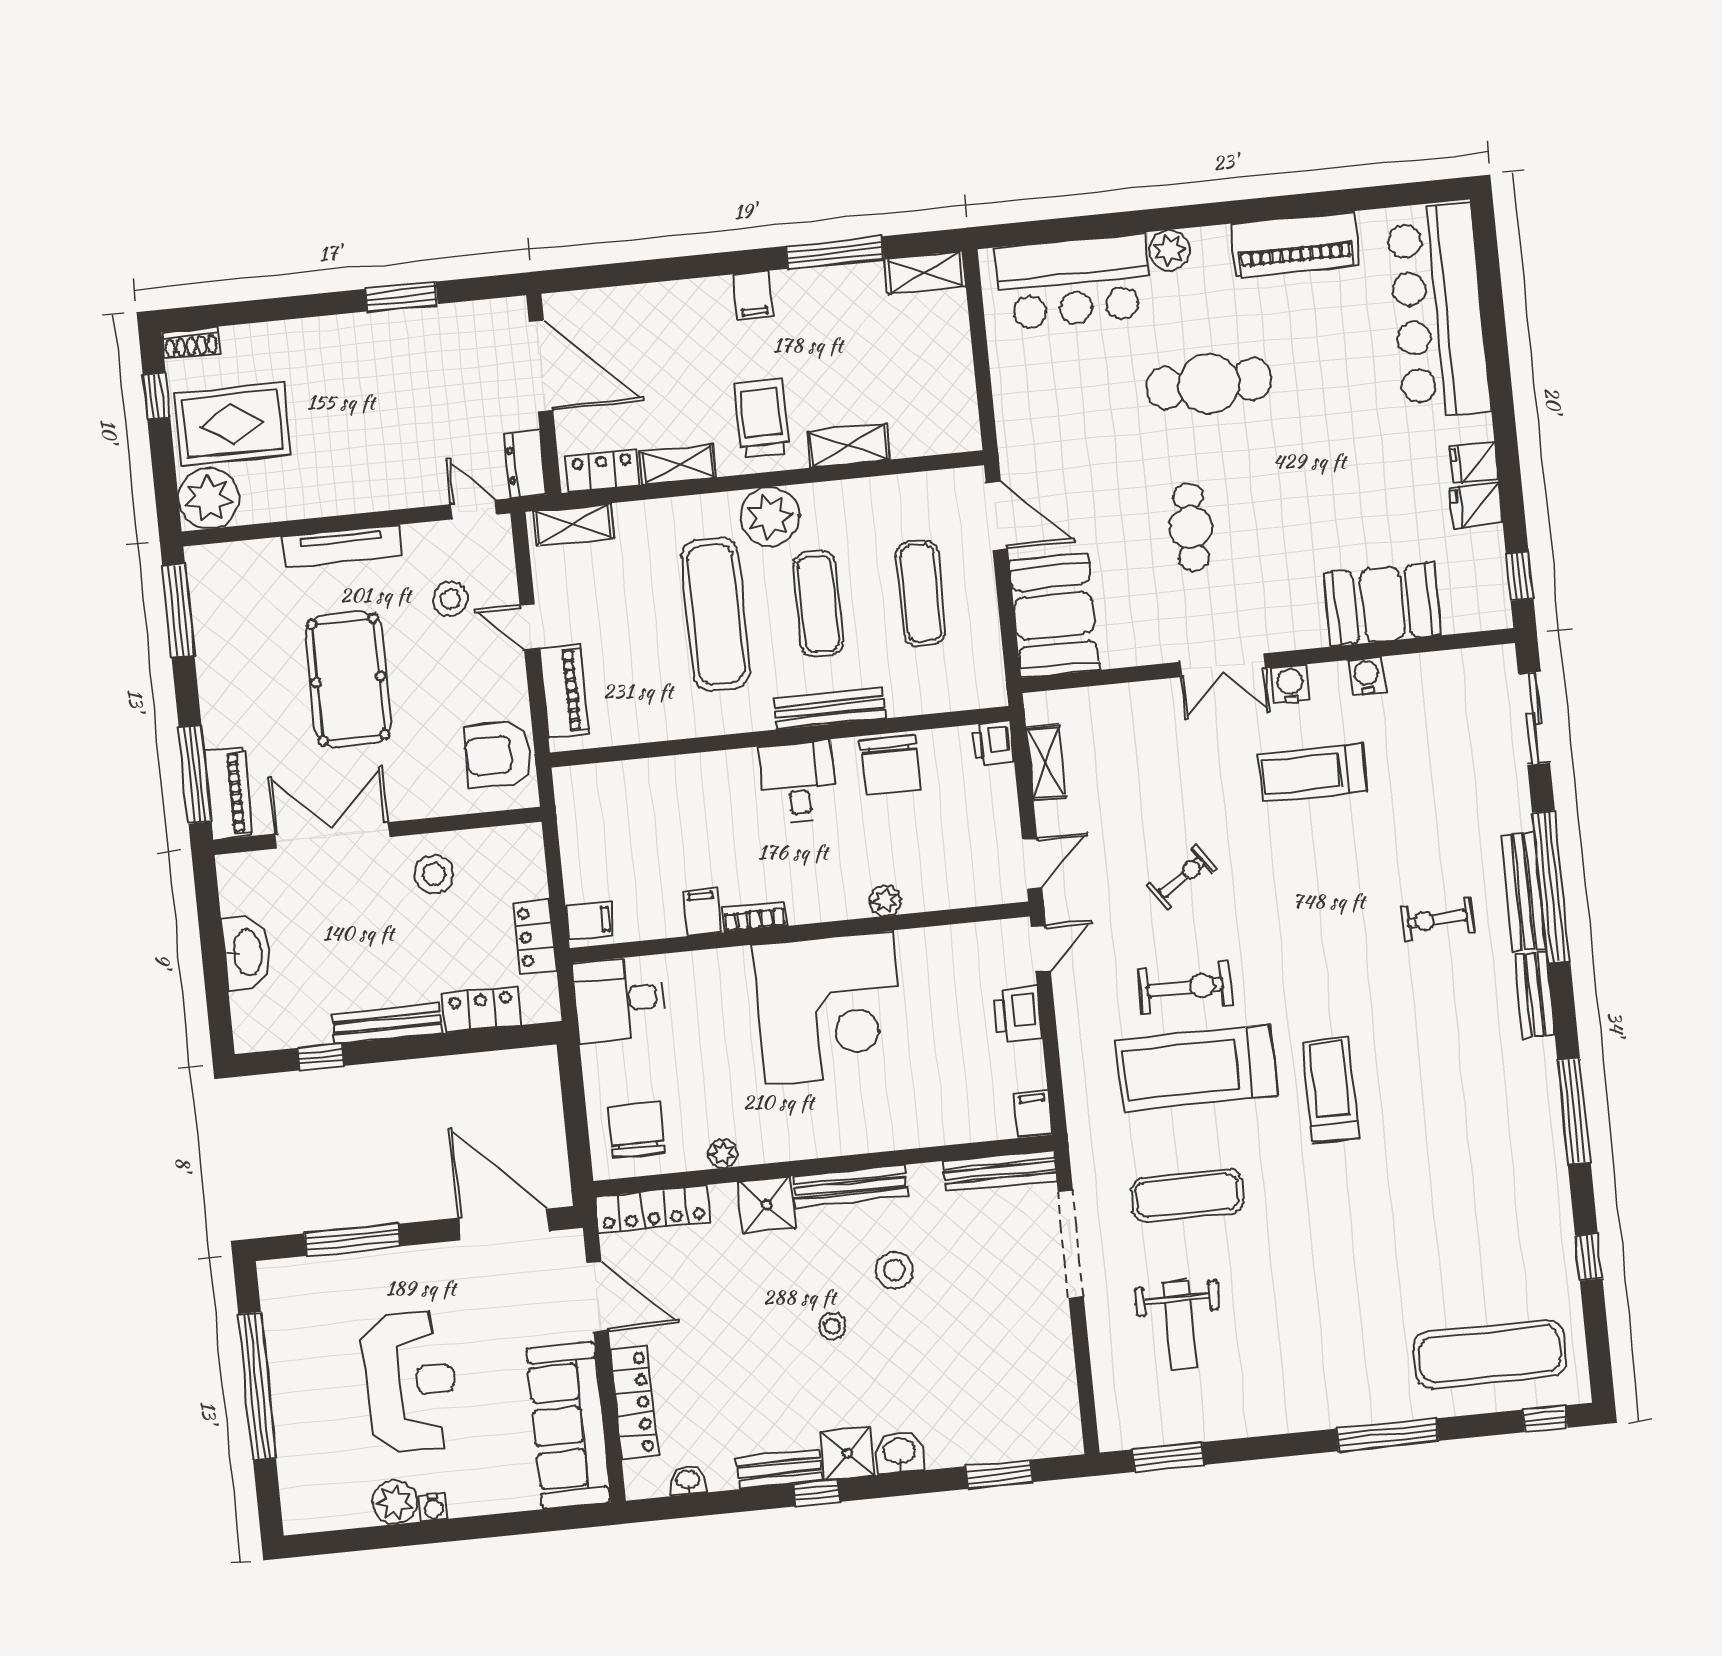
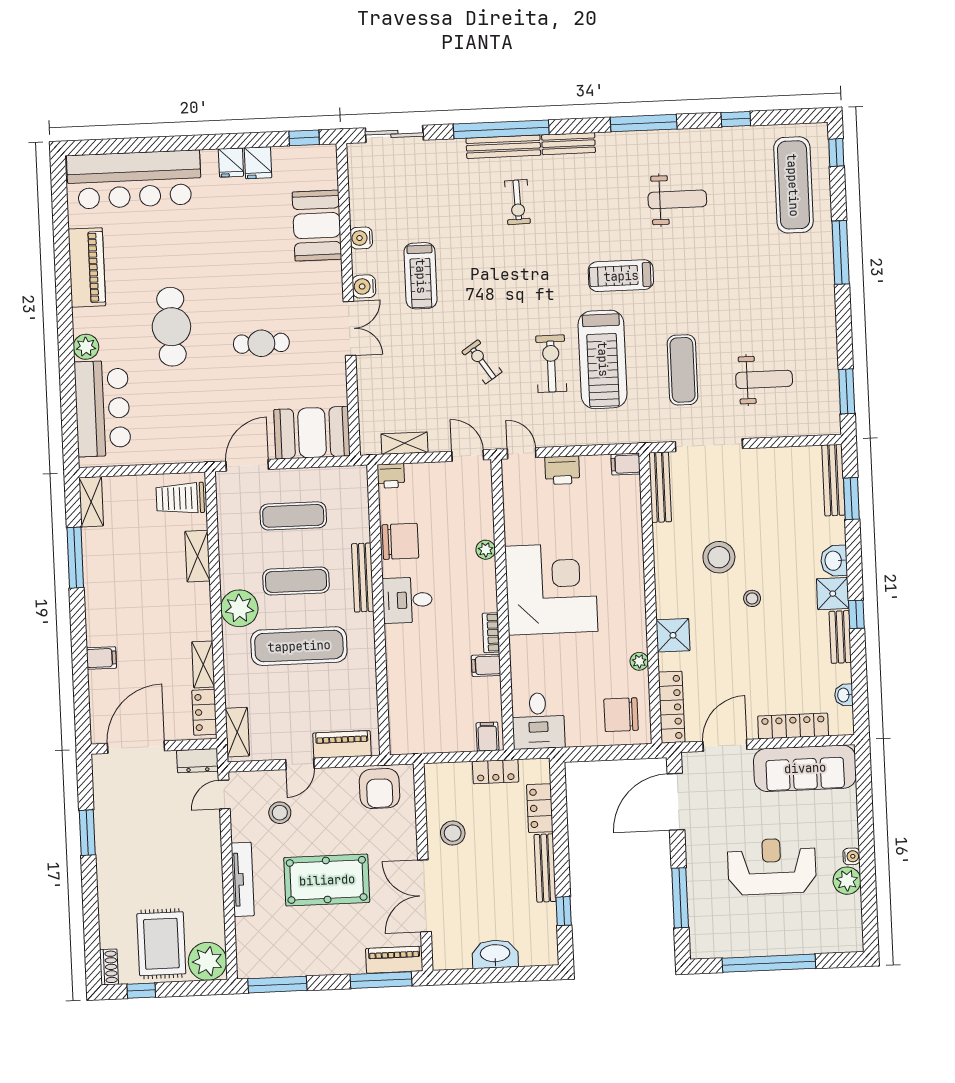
filing cabinet: (753, 295) -> (101, 658), moved
trolley: (762, 418) -> (180, 498), moved
weight bench: (1456, 1172) -> (677, 199), added
bench: (850, 1186) -> (833, 480), moved
stool: (894, 1270) -> (719, 557), width x1.38, depth x1.38

